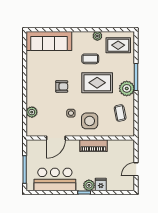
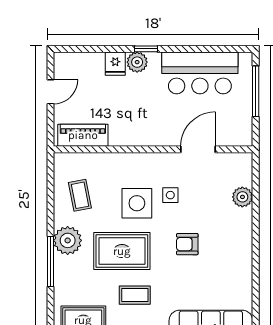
side table: (90, 121) -> (137, 203), moved
piano: (93, 146) -> (83, 135), moved

